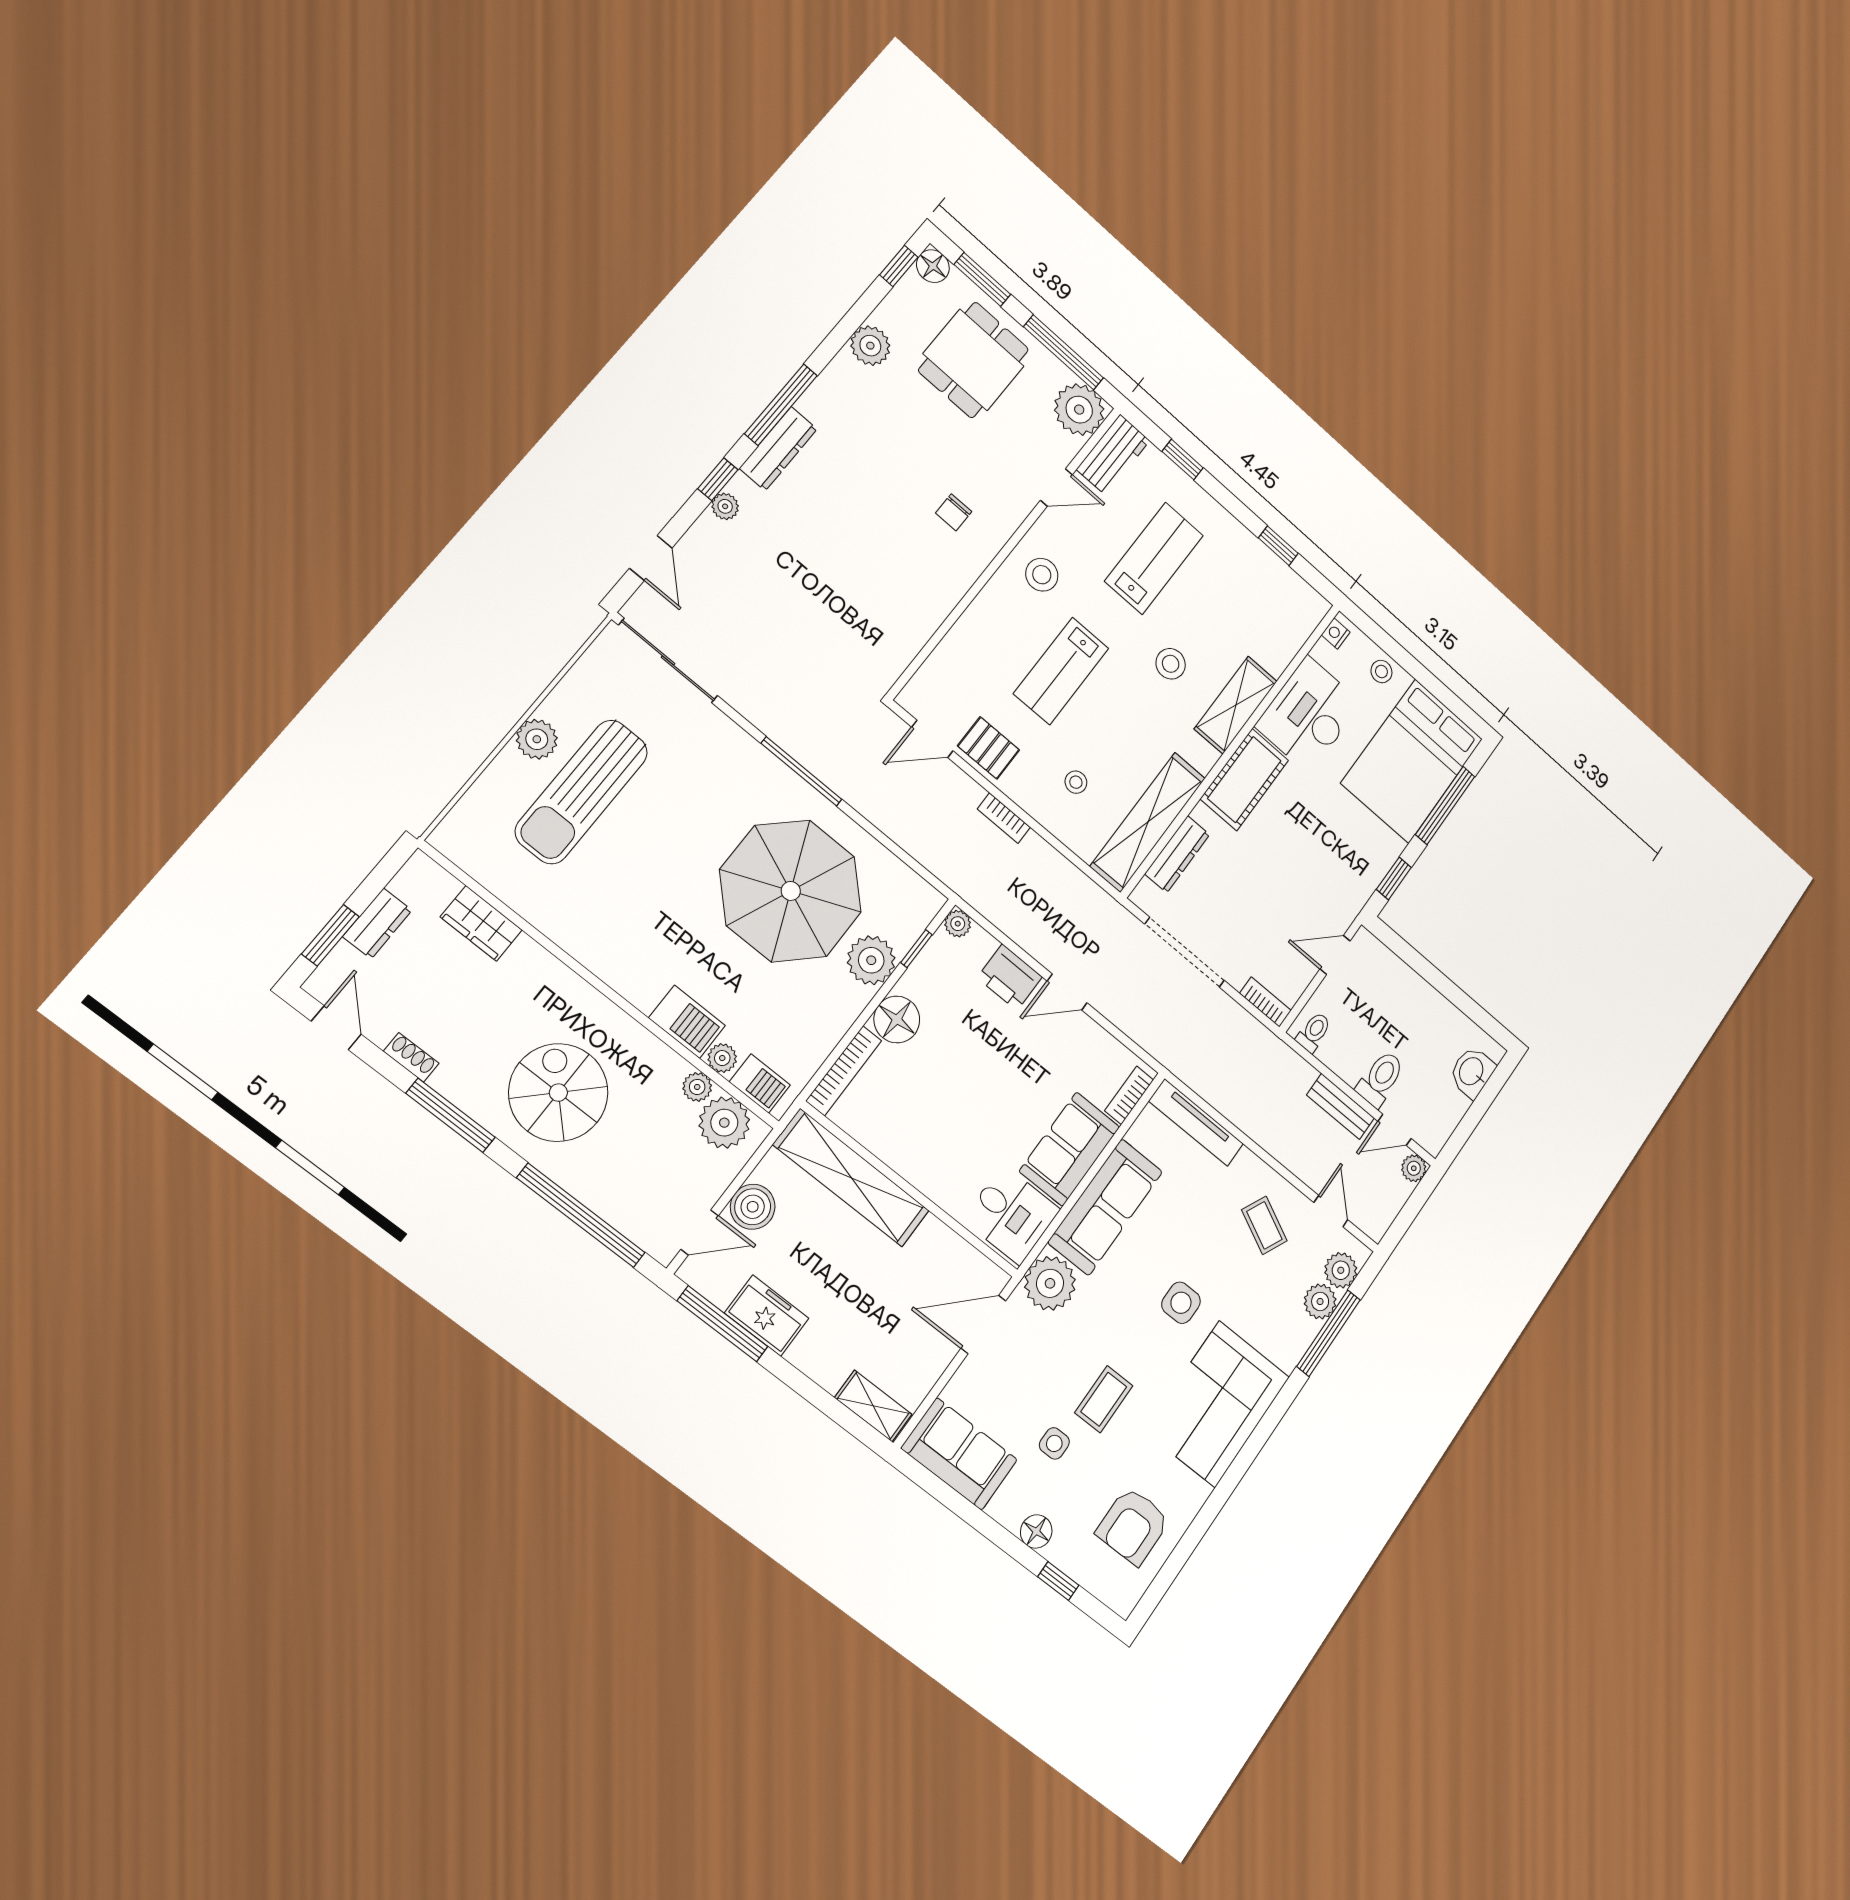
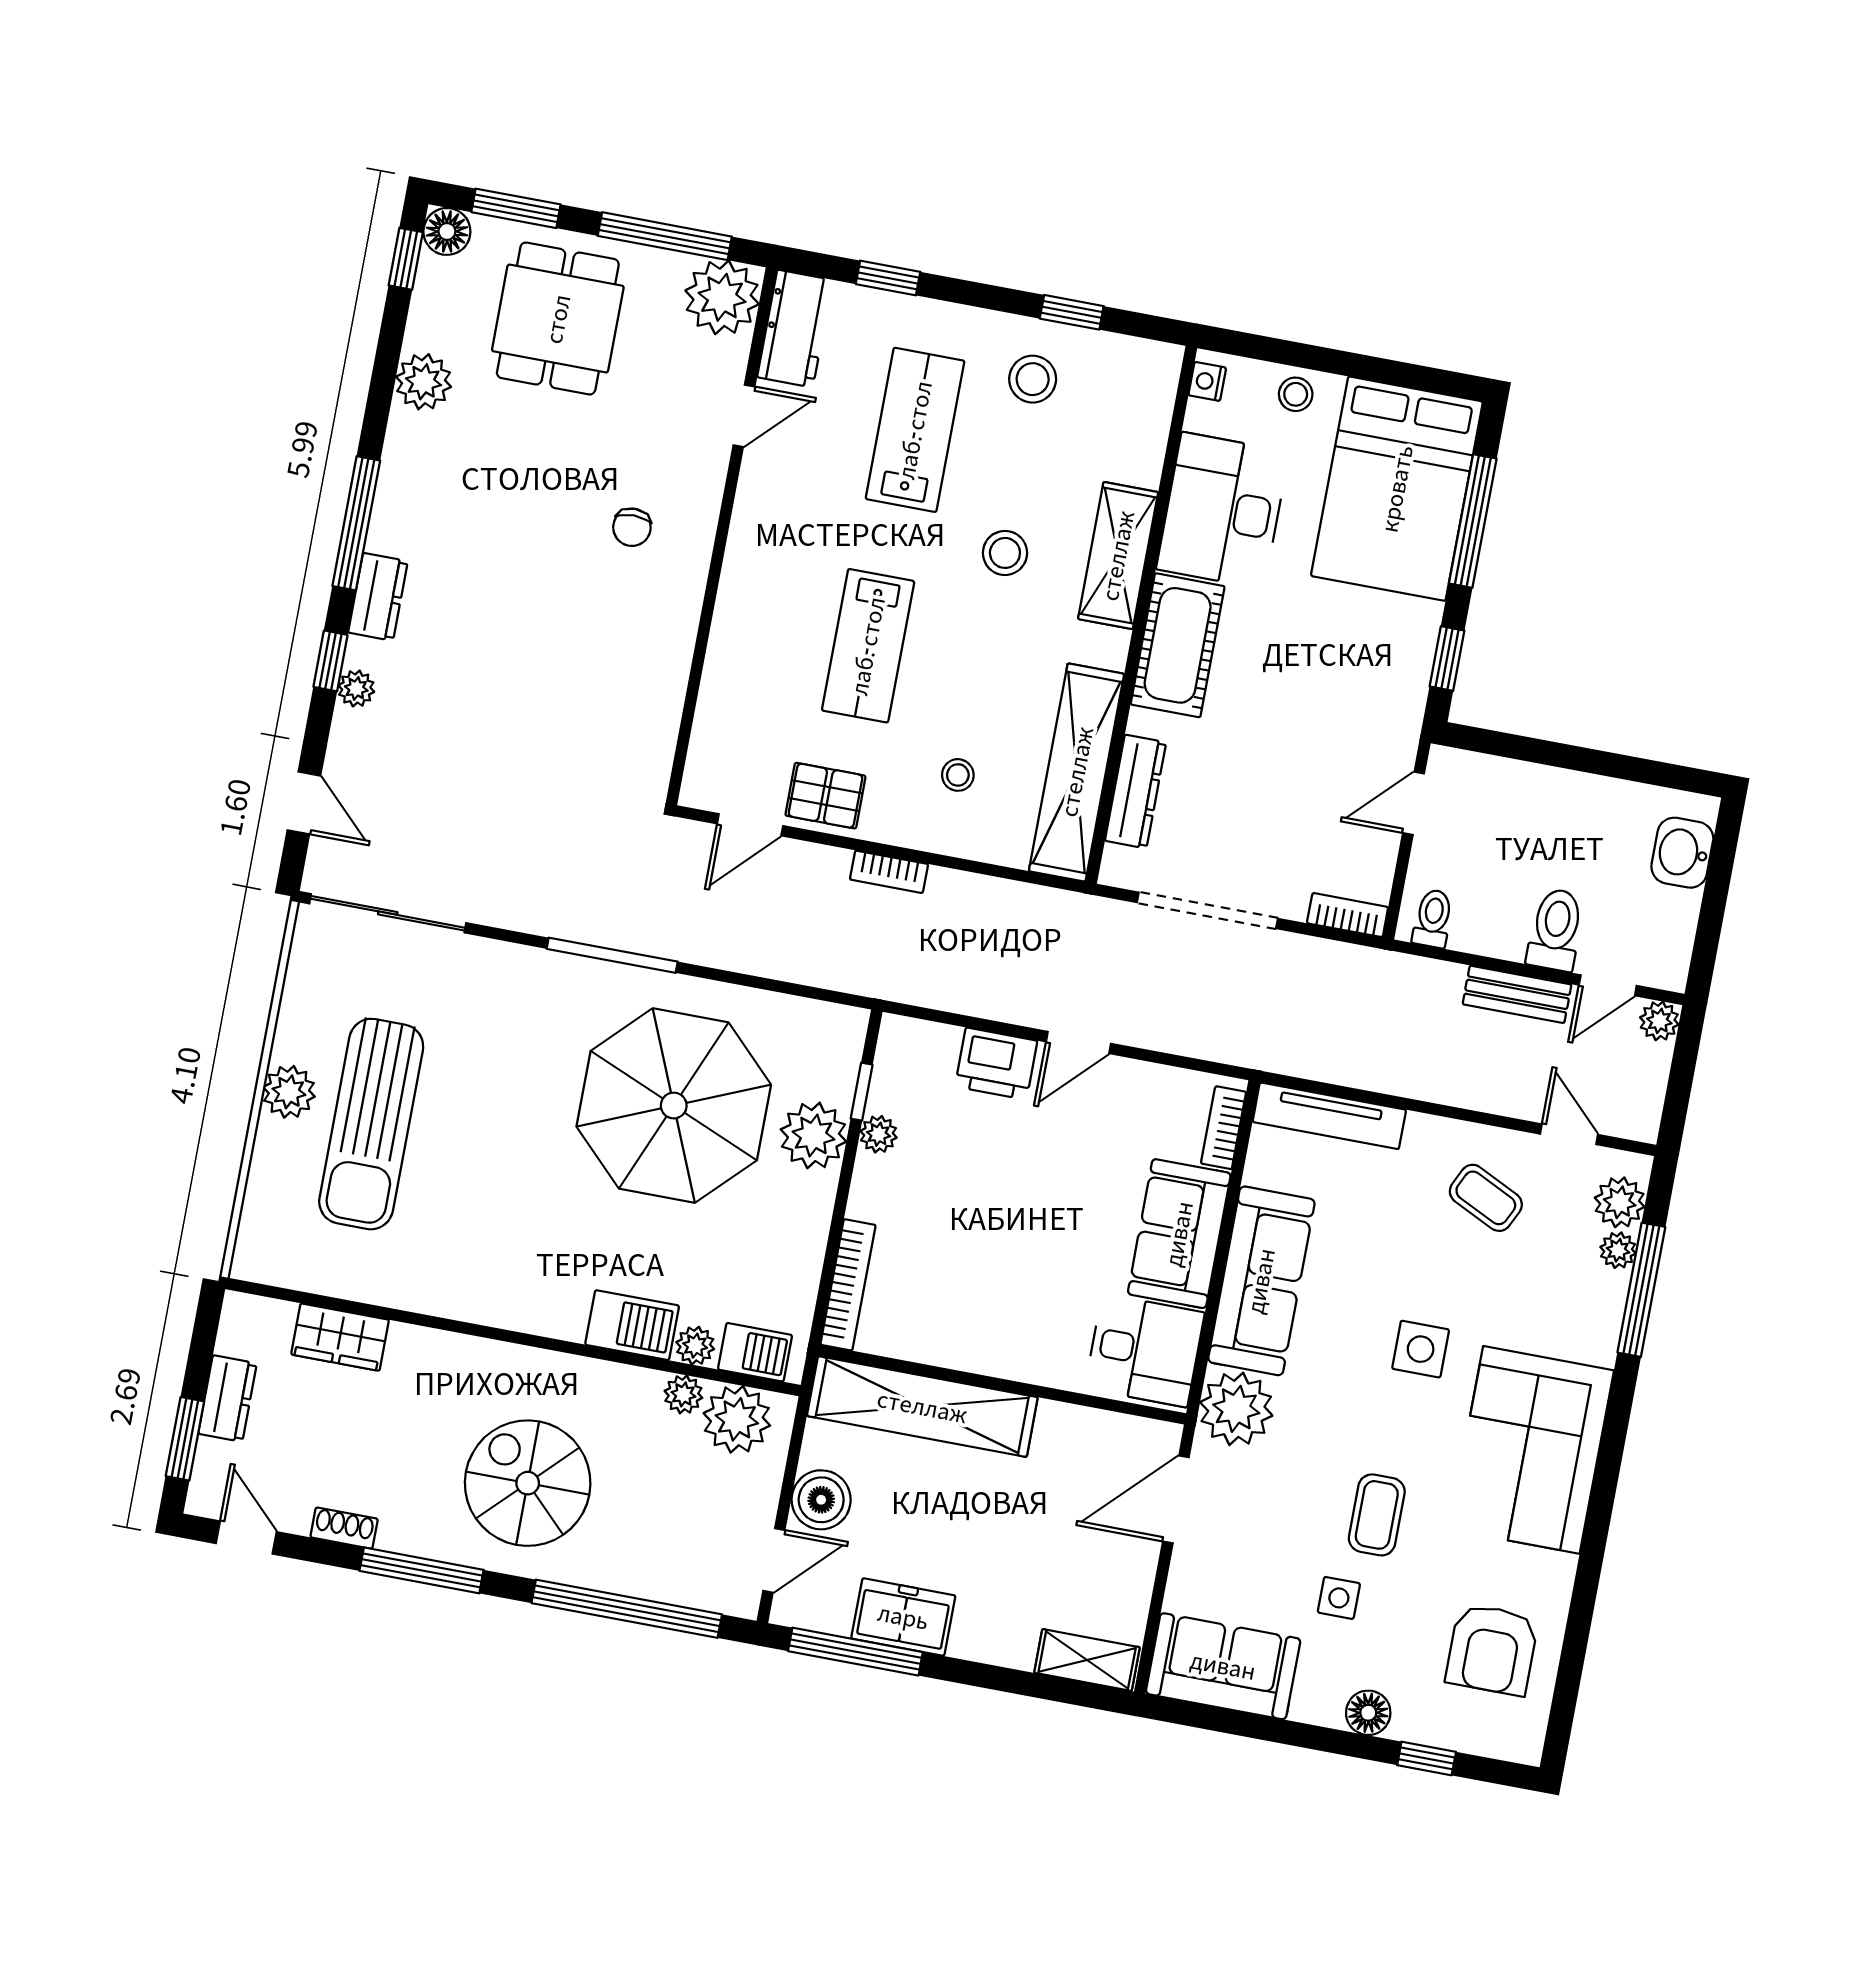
dresser: (778, 449) -> (378, 597), width x0.70
stool: (1042, 575) -> (1033, 379), moved
plant: (958, 924) -> (878, 1134), moved
floor lamp: (897, 1019) -> (881, 1190), removed
plant: (1320, 1301) -> (1618, 1250), width x0.73, depth x0.73

